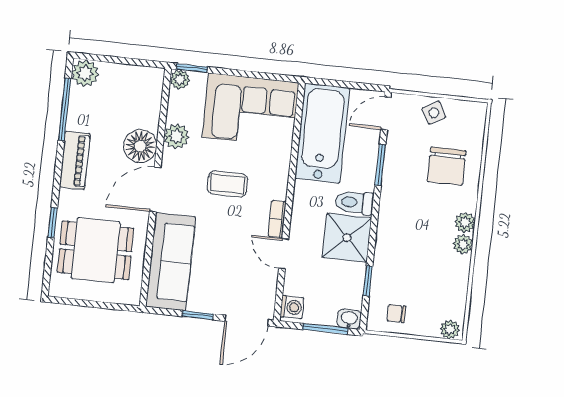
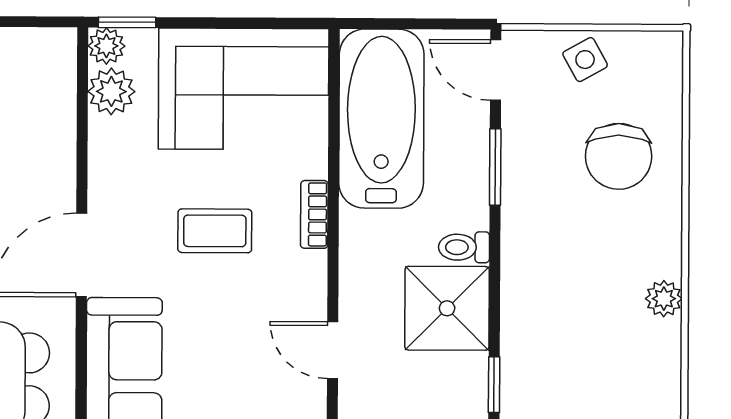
door: (386, 113) -> (496, 70), hinge flipped
plant: (176, 136) -> (111, 91), moved
floor lamp: (140, 146) -> (46, 177), removed
toilet: (354, 202) -> (464, 247), width x0.73, depth x0.72
bookcase: (277, 219) -> (314, 214), moved
plant: (465, 222) -> (663, 258), removed

